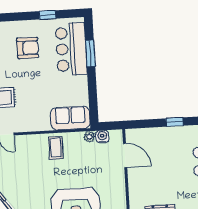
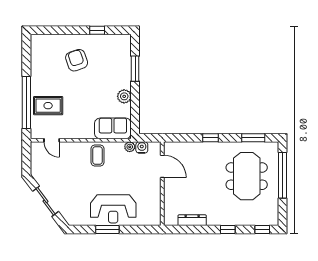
armchair: (28, 48) -> (77, 60), turned -109
bar counter: (71, 49) -> (117, 64), removed
plant: (80, 83) -> (124, 96), added

